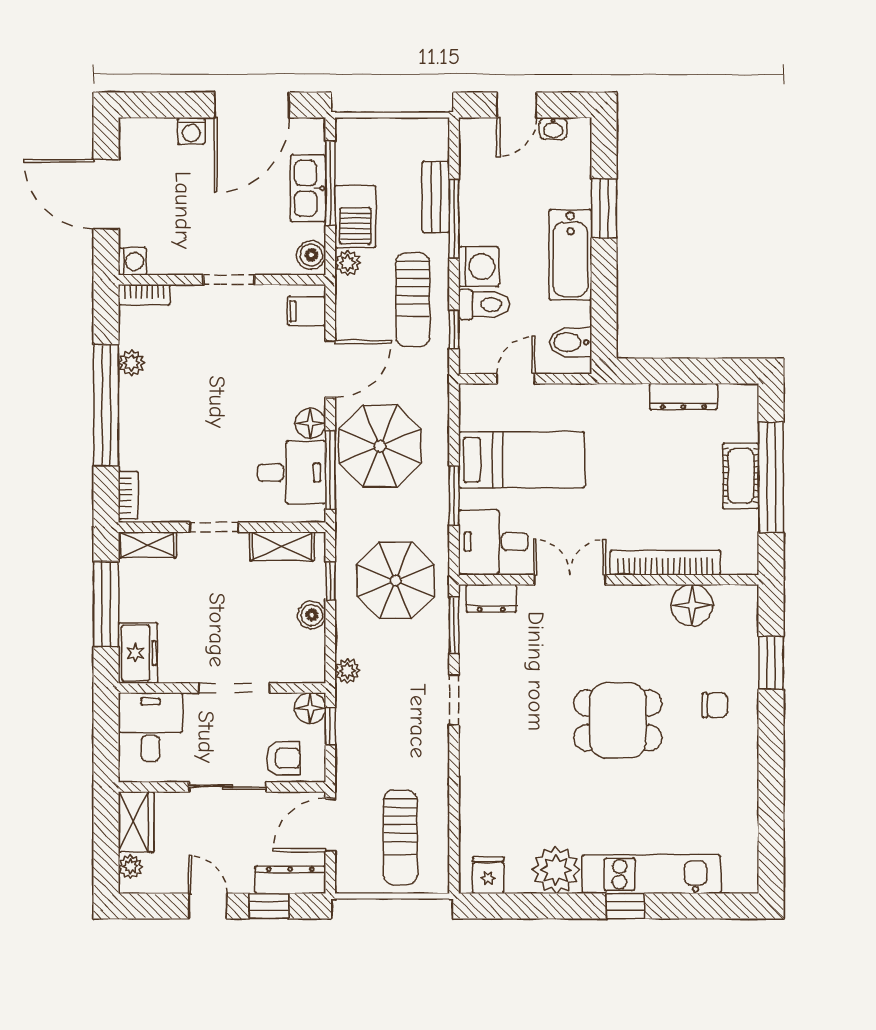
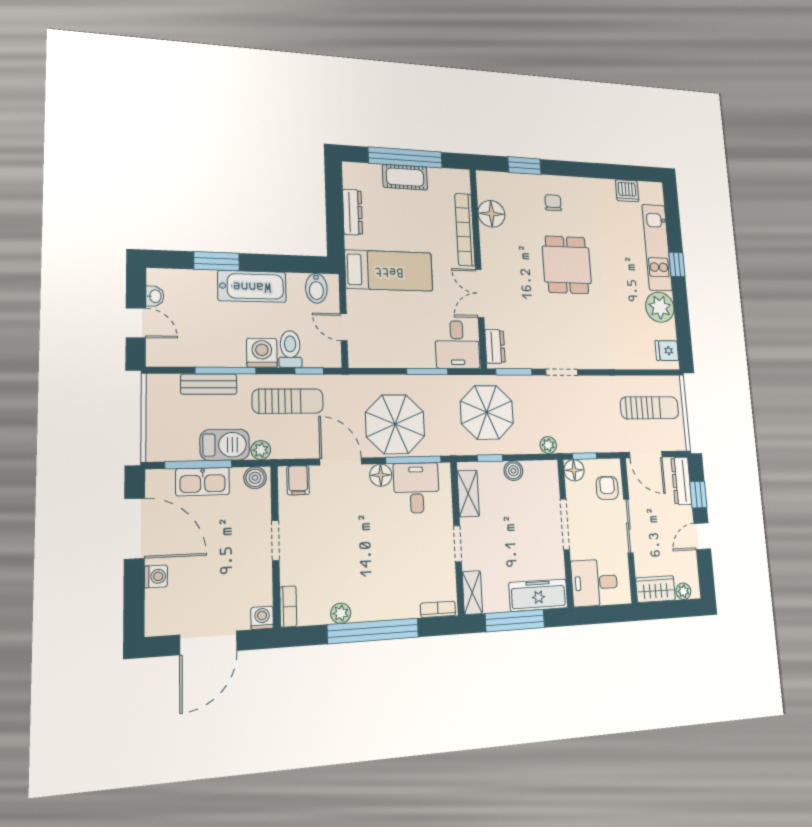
bed: (521, 460) -> (389, 271), moved, turned 90
freezer: (138, 653) -> (538, 595), width x1.40
dishwasher: (741, 831) -> (627, 191), added

